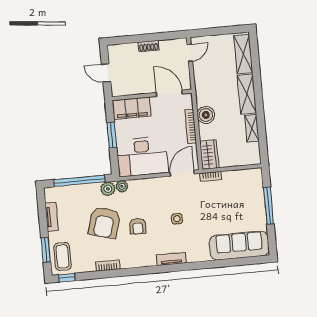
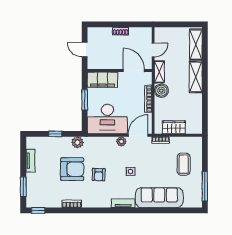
door: (190, 53) -> (153, 50), moved
shelving: (252, 128) -> (159, 72), moved
wardrobe: (209, 155) -> (174, 127), moved, turned -90
window: (79, 181) -> (55, 134), width x0.32
plant: (122, 186) -> (121, 141), moved
window: (269, 206) -> (205, 186), moved
armchair: (104, 223) -> (72, 169), turned -106
sofa: (239, 246) -> (159, 198), moved
coffee table: (63, 256) -> (184, 164), moved

